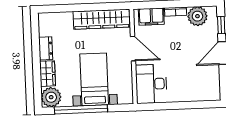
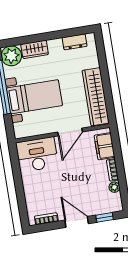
plant: (197, 16) -> (114, 187), width x0.53, depth x0.53
dresser: (46, 48) -> (75, 42), moved
bookcase: (216, 83) -> (46, 219), added

